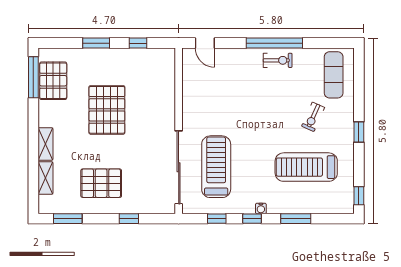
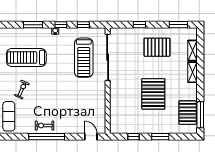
treadmill: (306, 167) -> (26, 57), turned 180

